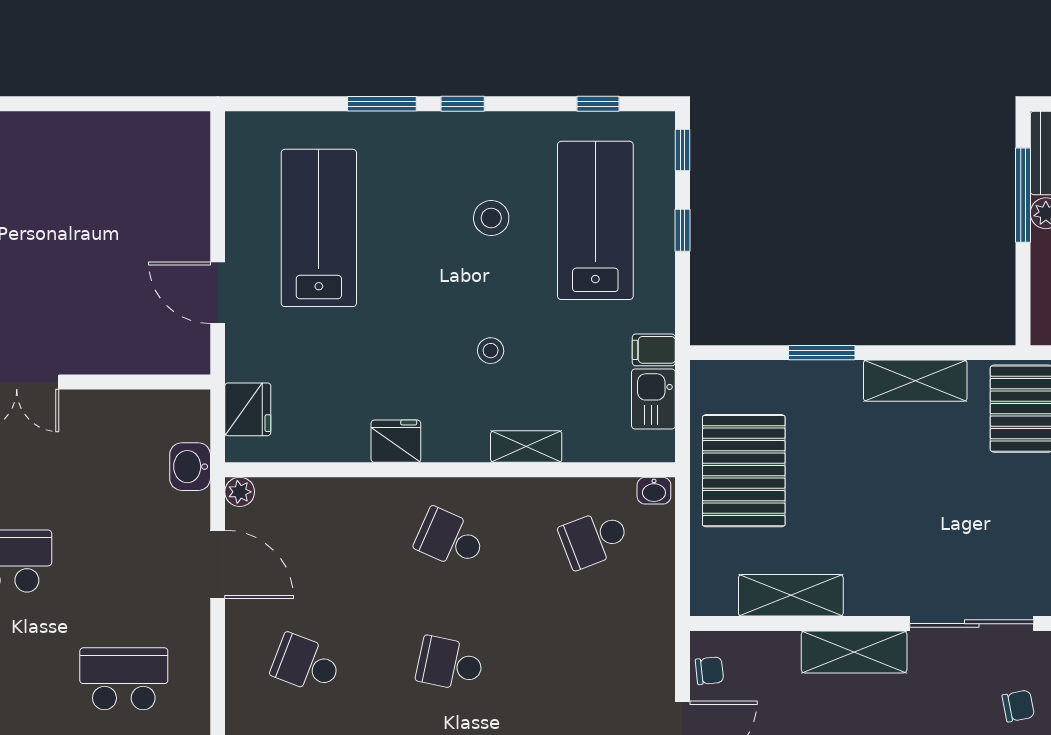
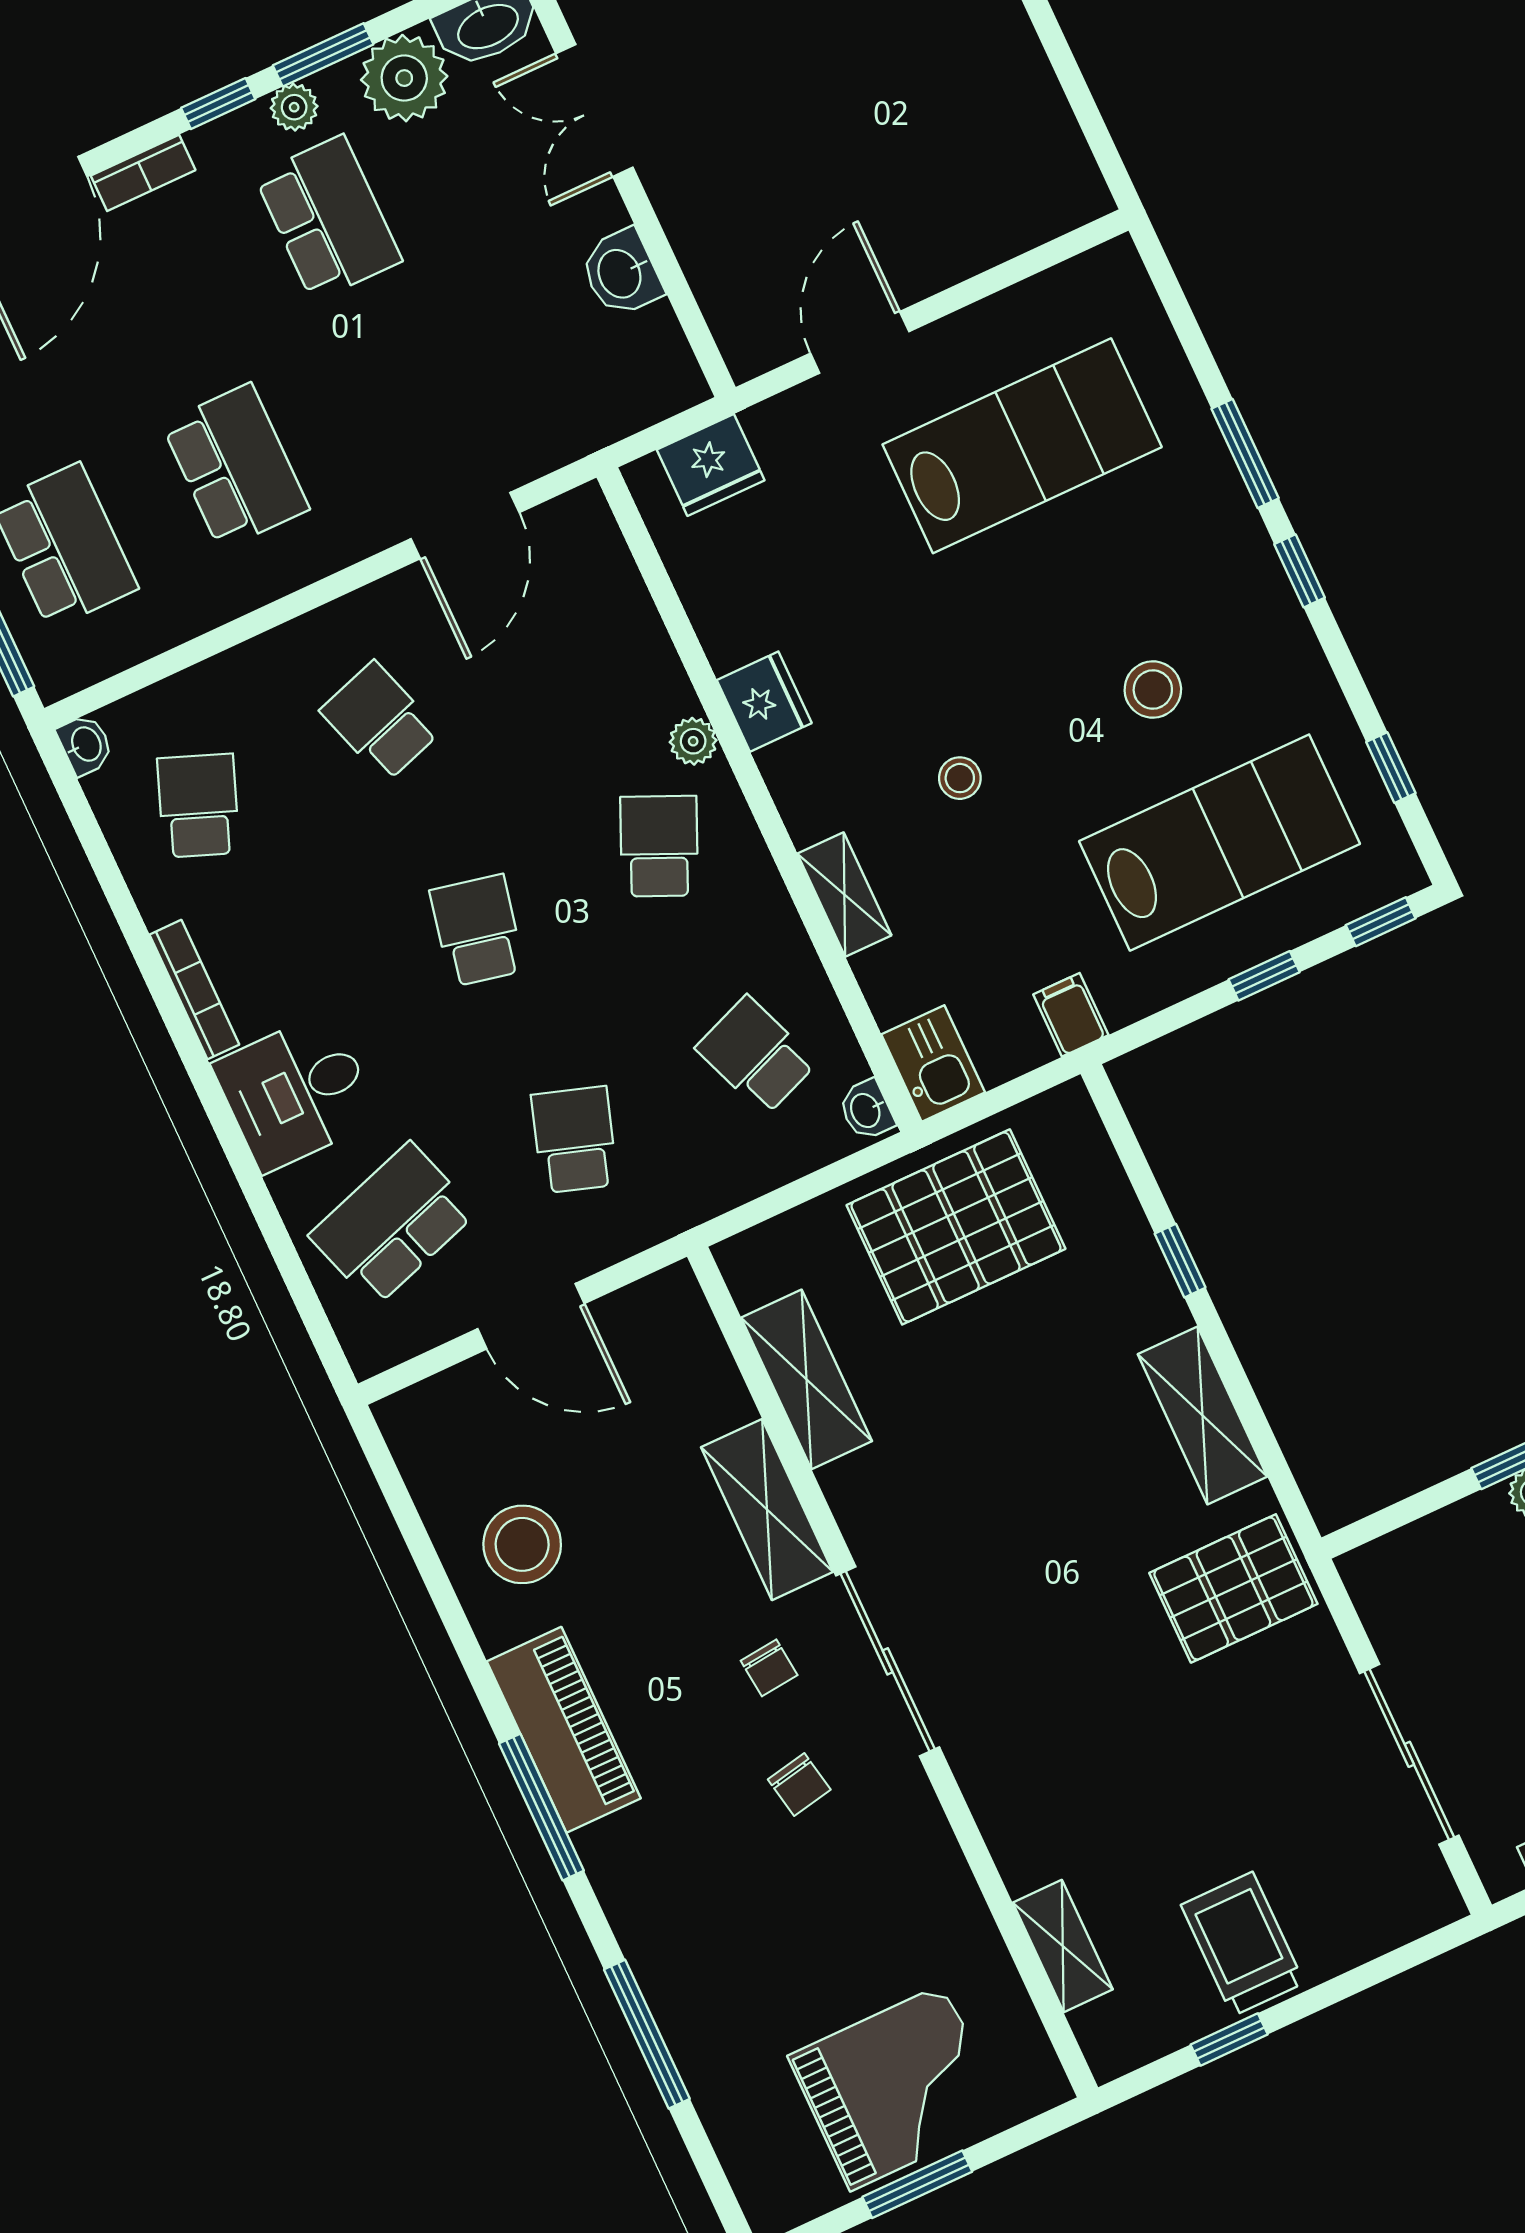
window: (822, 353) -> (1180, 1261), width x0.67
kitchen sink: (653, 399) -> (933, 1063), moved, turned 90
washbasin: (190, 467) -> (621, 273), moved, turned -90
plant: (240, 492) -> (693, 741), moved
school desk: (306, 664) -> (380, 721), turned -39
school desk: (594, 664) -> (574, 1140), added
chair: (709, 671) -> (769, 1668), moved

